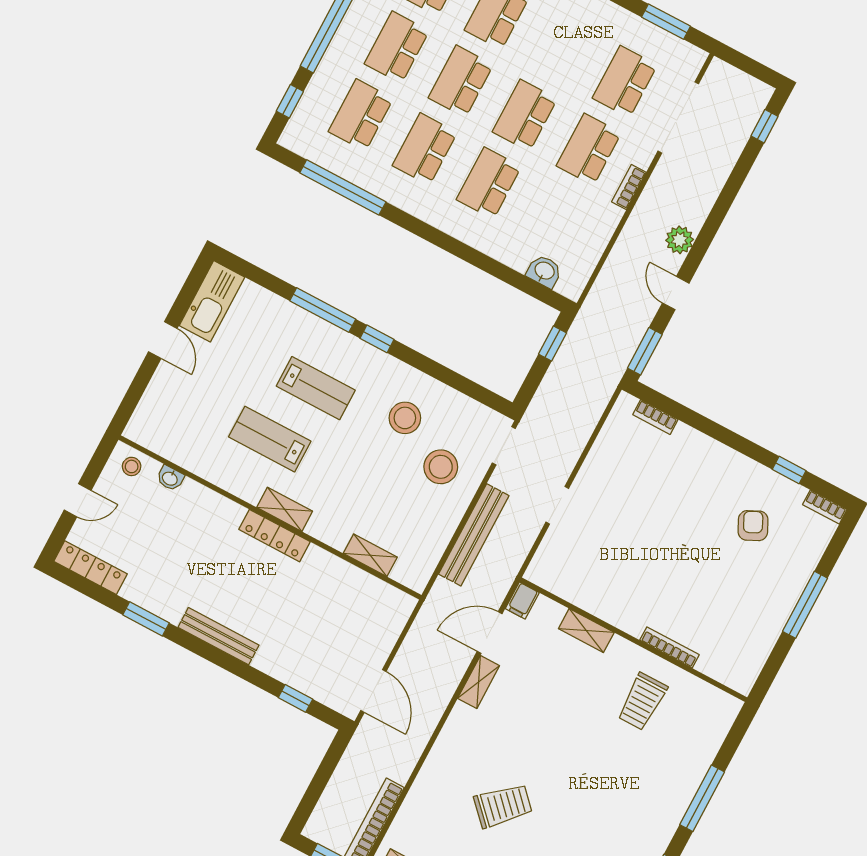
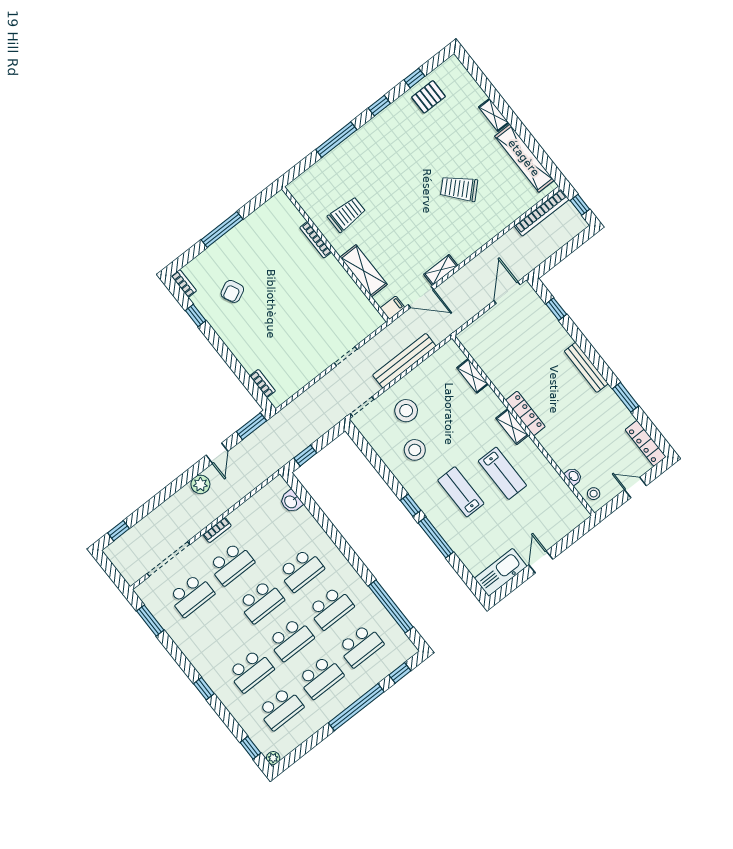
shelving: (586, 631) -> (364, 271), width x1.50, depth x1.33

